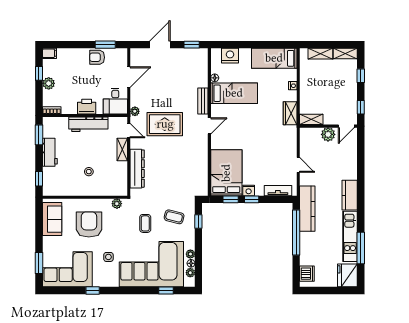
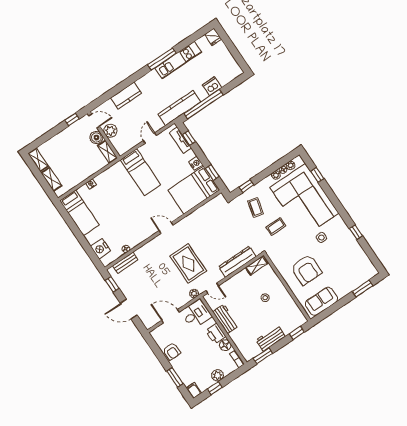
window: (105, 45) -> (175, 377), moved
window: (361, 76) -> (47, 136), removed
bed: (234, 93) -> (141, 172), moved, turned 180
bench: (203, 101) -> (125, 263), moved
floor lamp: (71, 108) -> (225, 345), added
wardrobe: (290, 113) -> (114, 172), removed
boiler: (330, 118) -> (96, 137), added
workbench: (88, 124) -> (226, 319), width x0.73
door: (129, 131) -> (212, 288), swing flipped
shelving: (122, 149) -> (257, 265), moved
kitchen counter: (350, 195) -> (126, 96), moved
window: (252, 199) -> (189, 138), moved
plant: (117, 204) -> (275, 259), removed
armchair: (89, 224) -> (306, 270), turned -90
window: (361, 248) -> (162, 59), moved
corner sofa: (67, 269) -> (353, 263), removed
dishwasher: (307, 274) -> (212, 86), moved
fridge: (347, 275) -> (213, 37), width x0.53, depth x0.75

